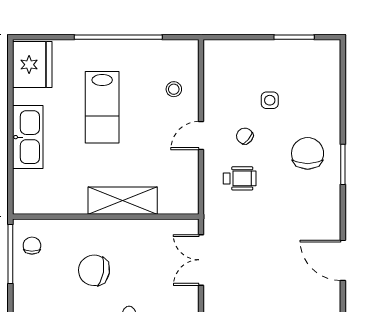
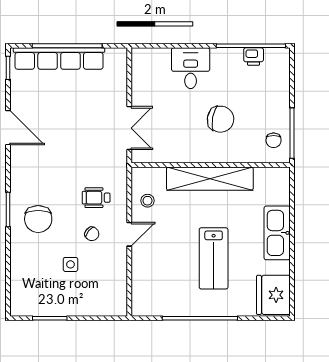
stool: (174, 89) -> (148, 201), moved
lab bench: (102, 107) -> (214, 258), turned 180
shelving: (123, 201) -> (210, 179), width x1.47

